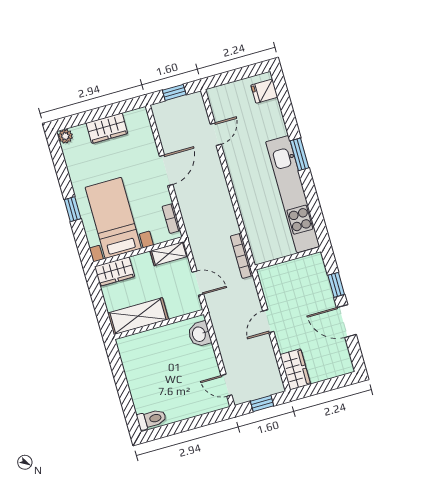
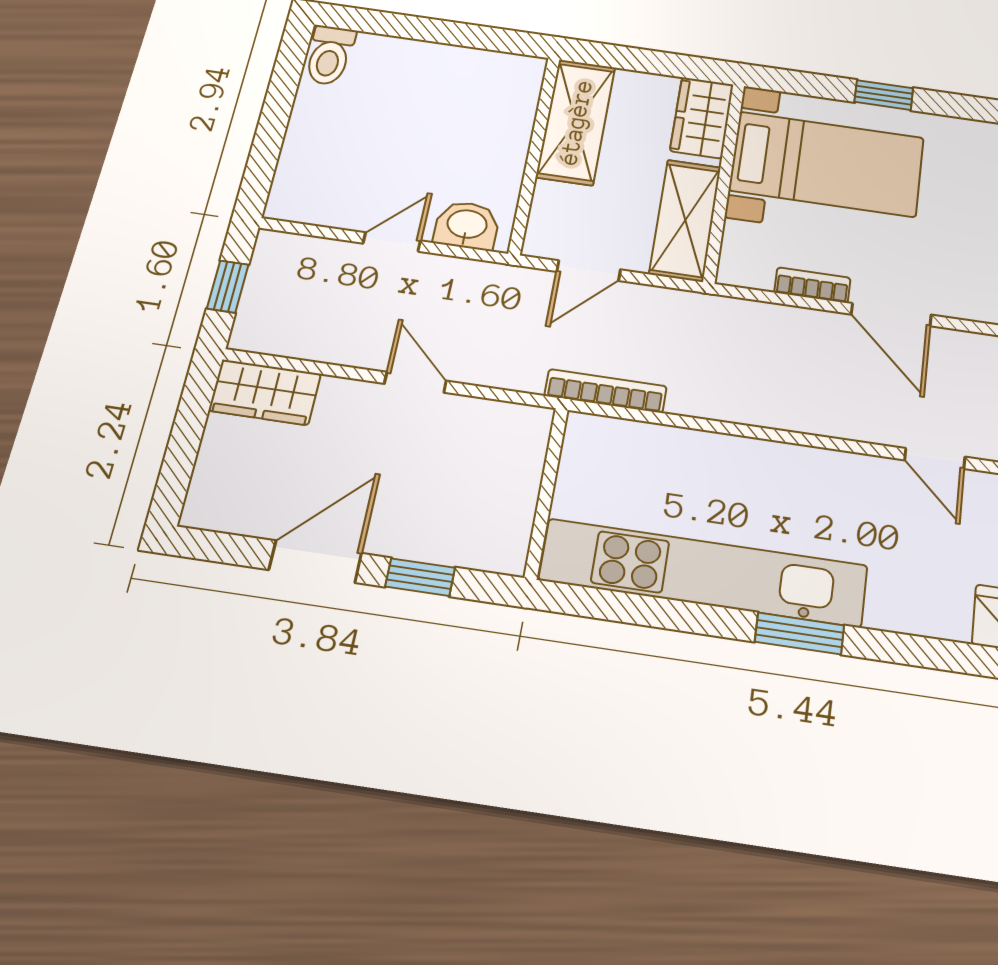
bookcase: (171, 218) -> (812, 285), moved
shelving: (169, 254) -> (685, 220), width x1.50, depth x1.33
door: (226, 385) -> (392, 242), moved

